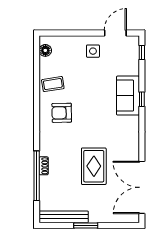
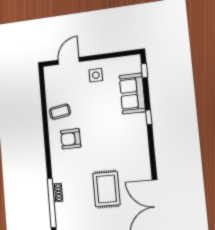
door: (115, 33) -> (69, 61), moved
floor lamp: (45, 50) -> (50, 80), removed
sofa: (128, 96) -> (132, 94), moved

